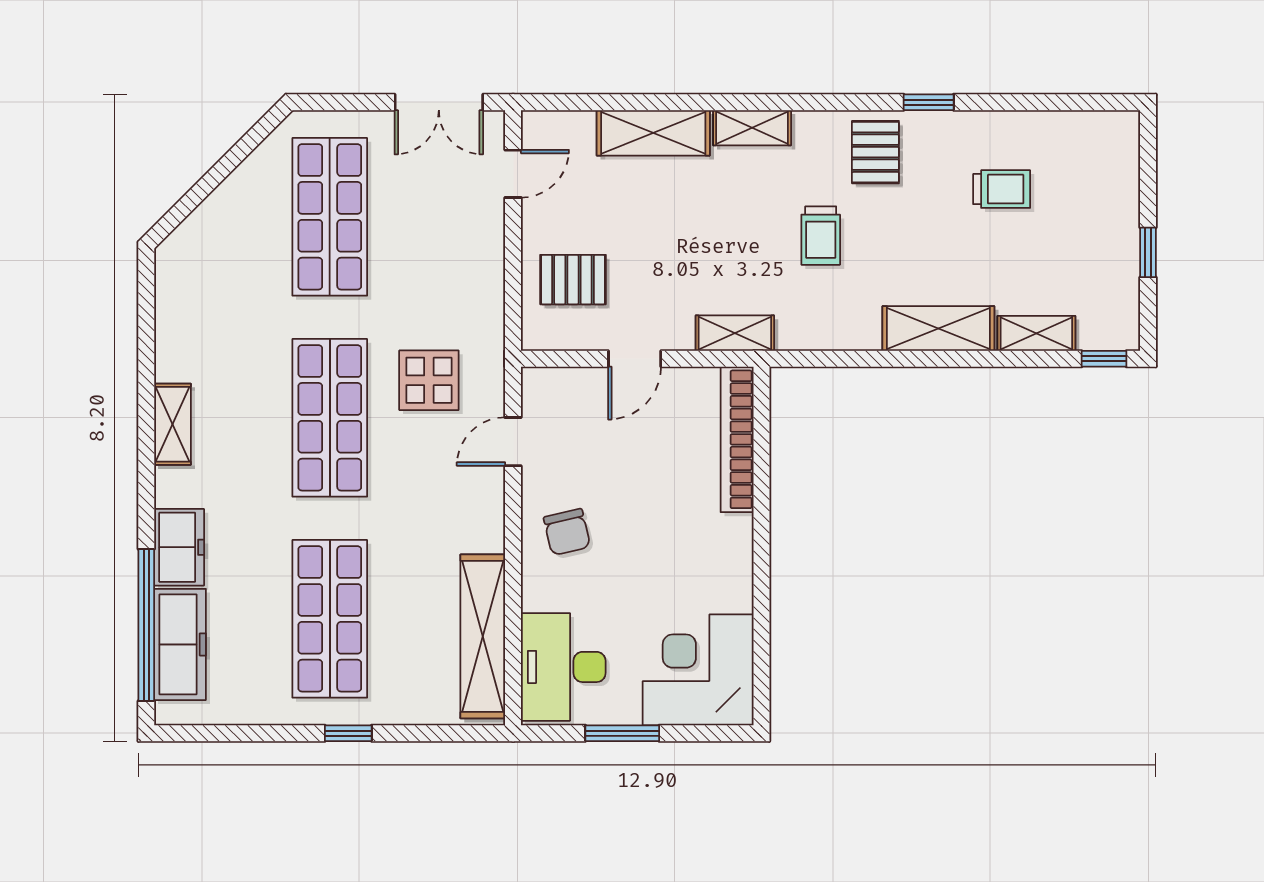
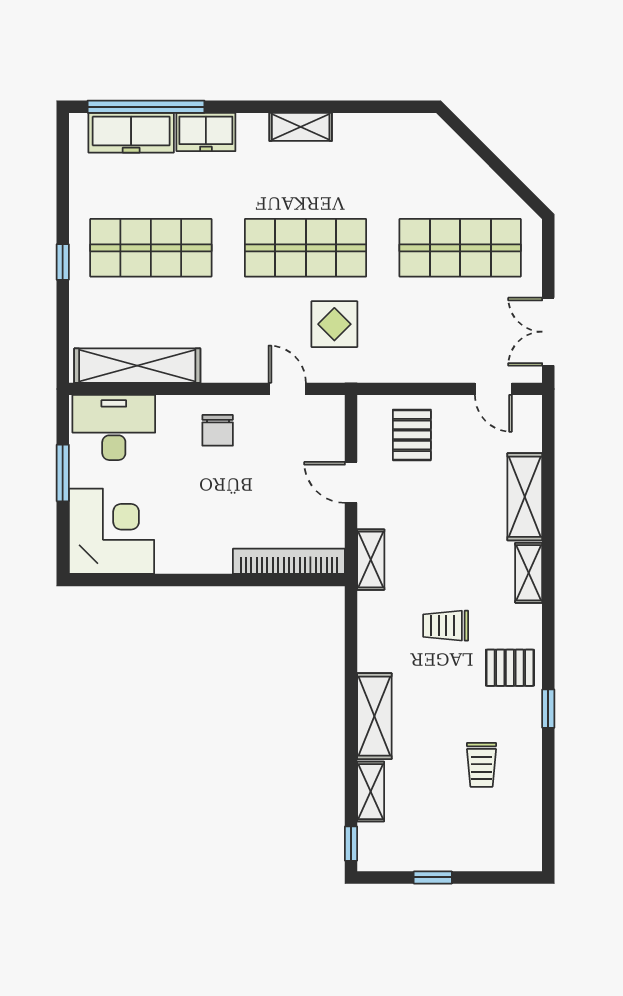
chair: (567, 532) -> (218, 430), turned -77

